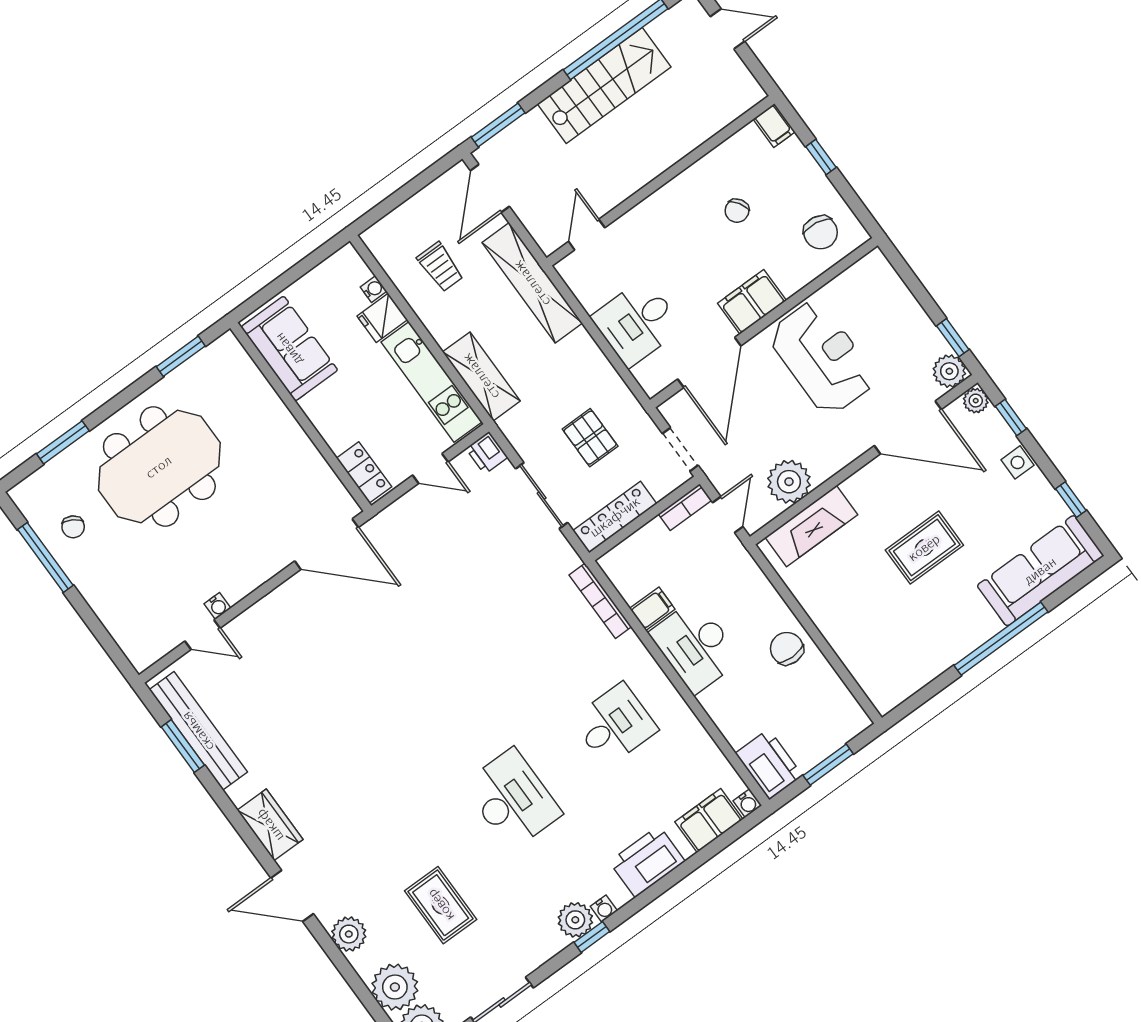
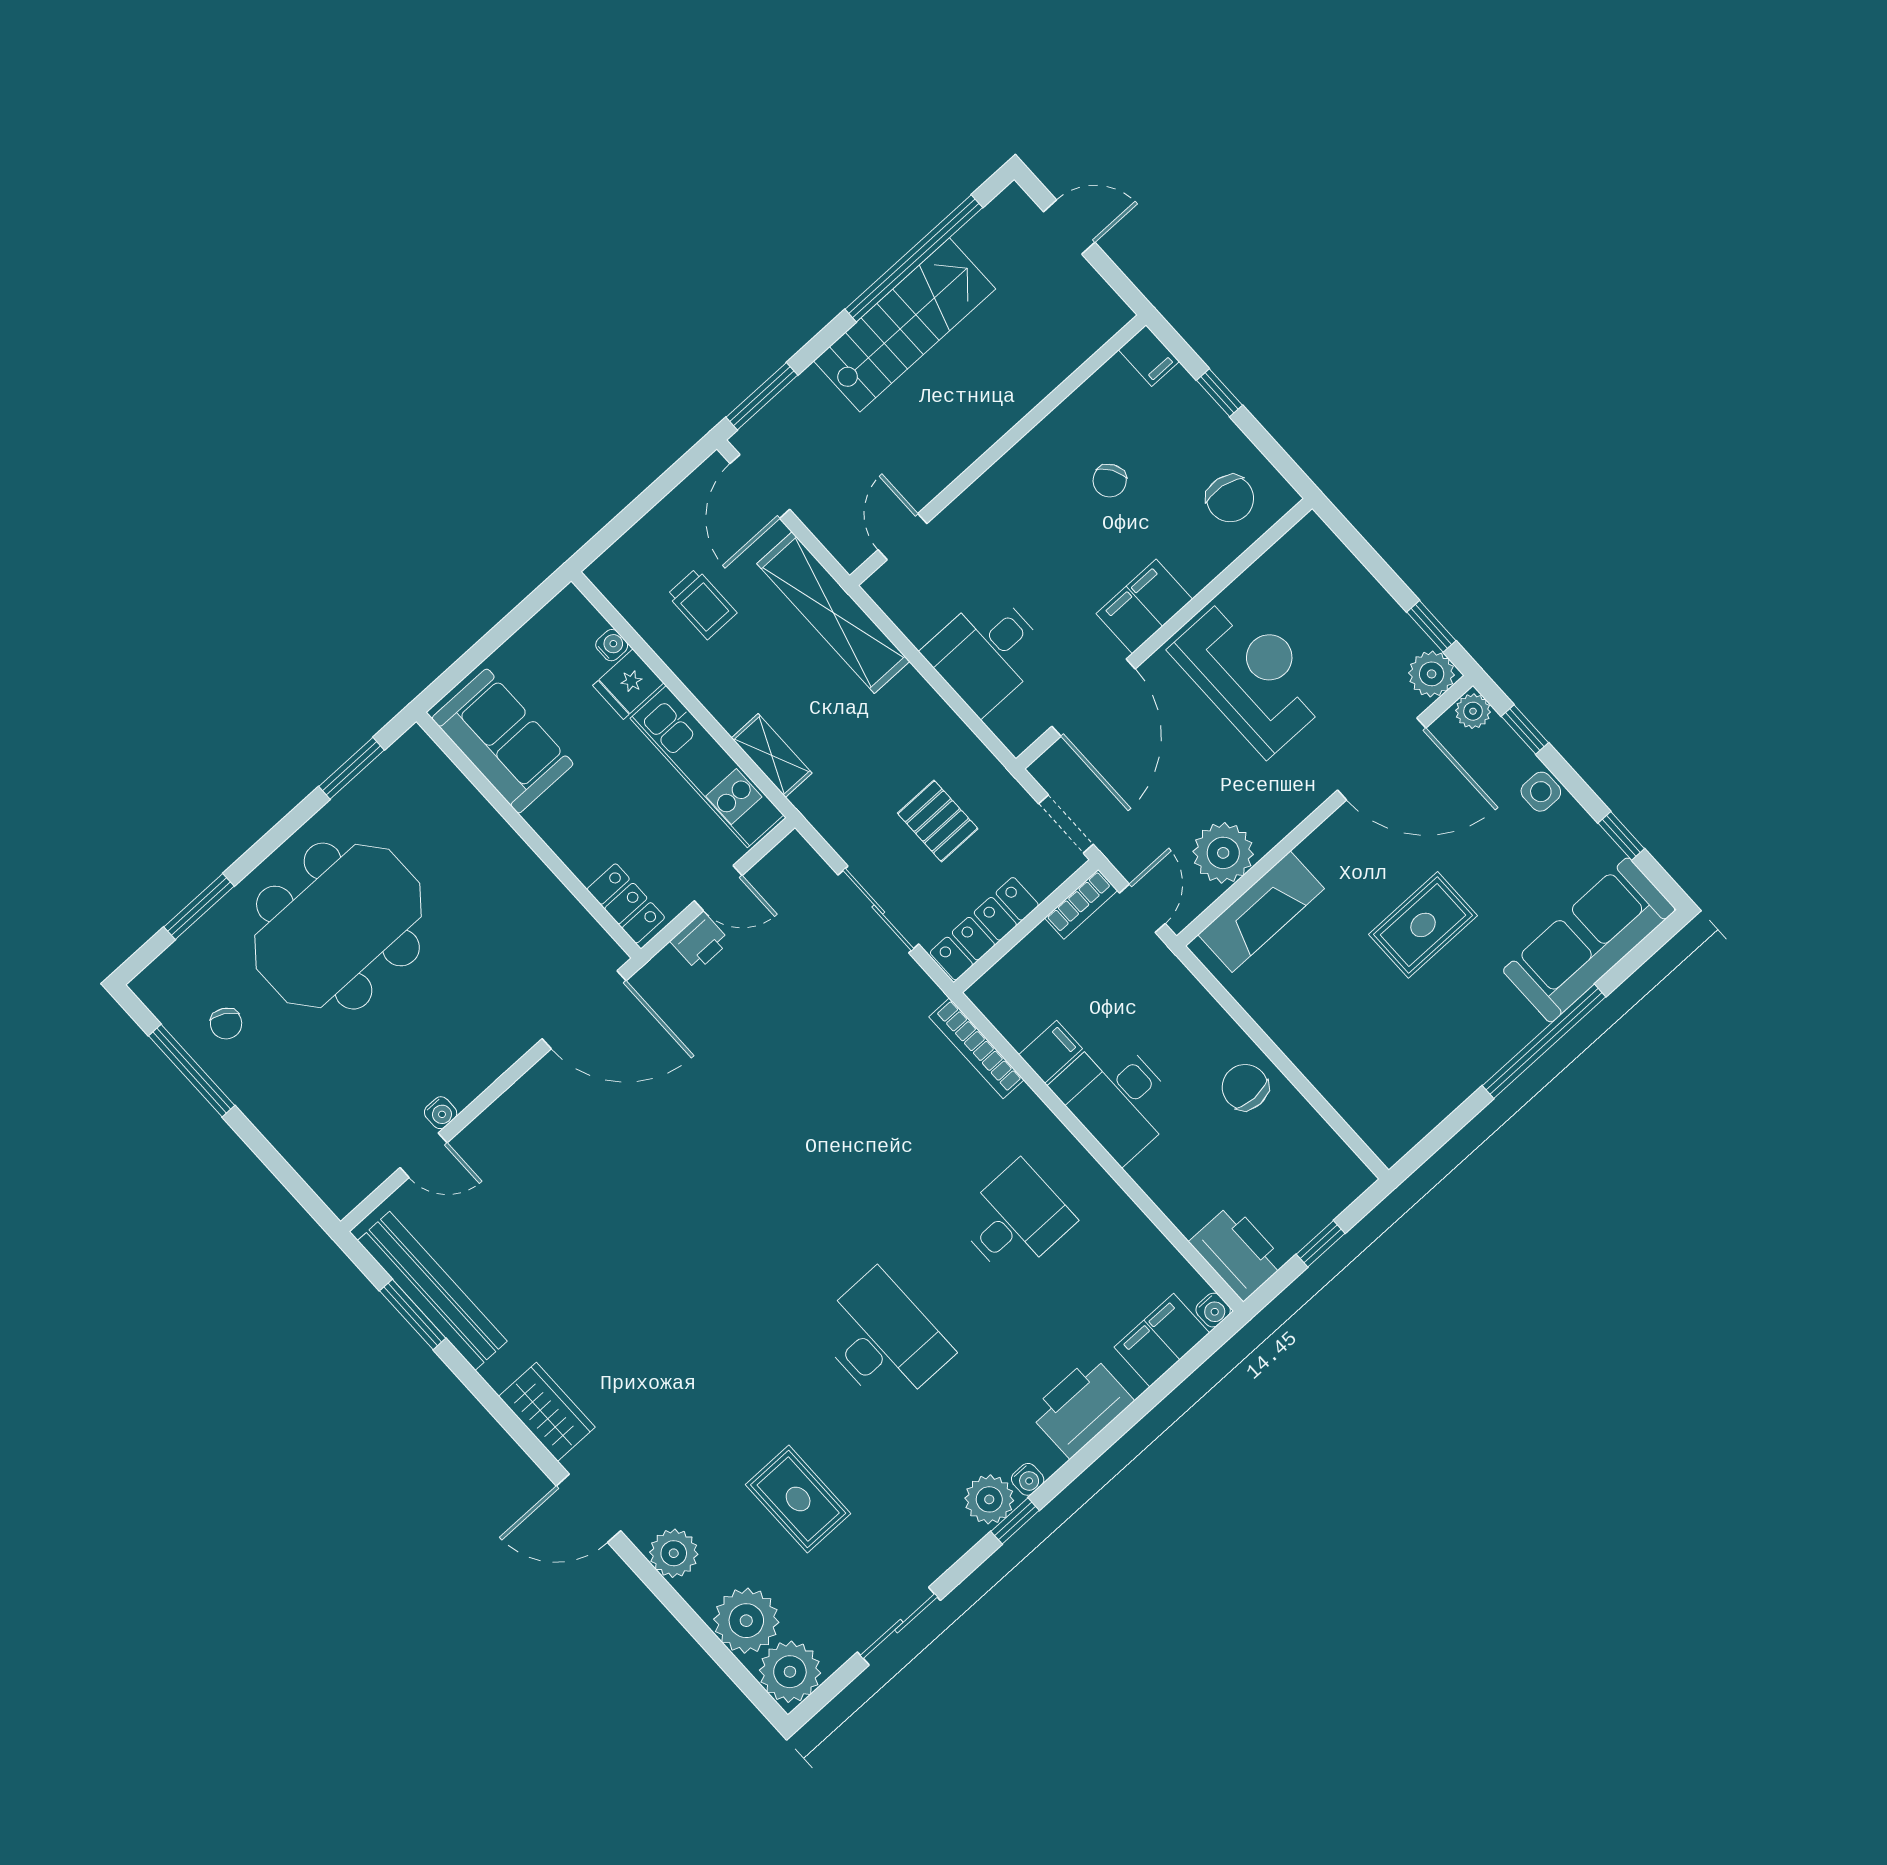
shelving: (481, 376) -> (772, 755), width x0.67, depth x0.75
printer: (487, 453) -> (700, 941), moved, turned -90
window: (828, 765) -> (1321, 1244), width x0.67

